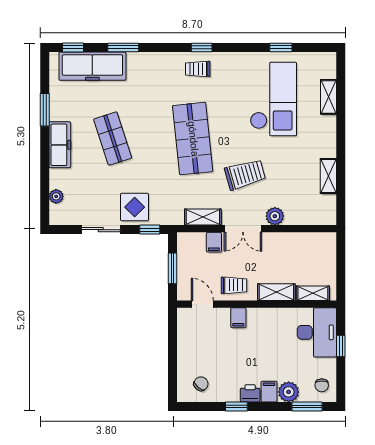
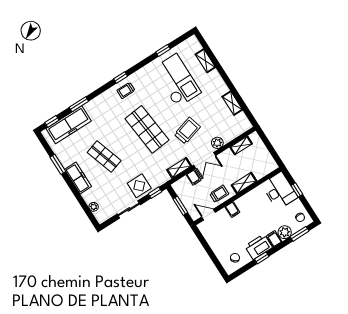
shelving: (313, 293) -> (241, 145), moved
printer: (250, 393) -> (259, 247), width x1.87, depth x1.48

